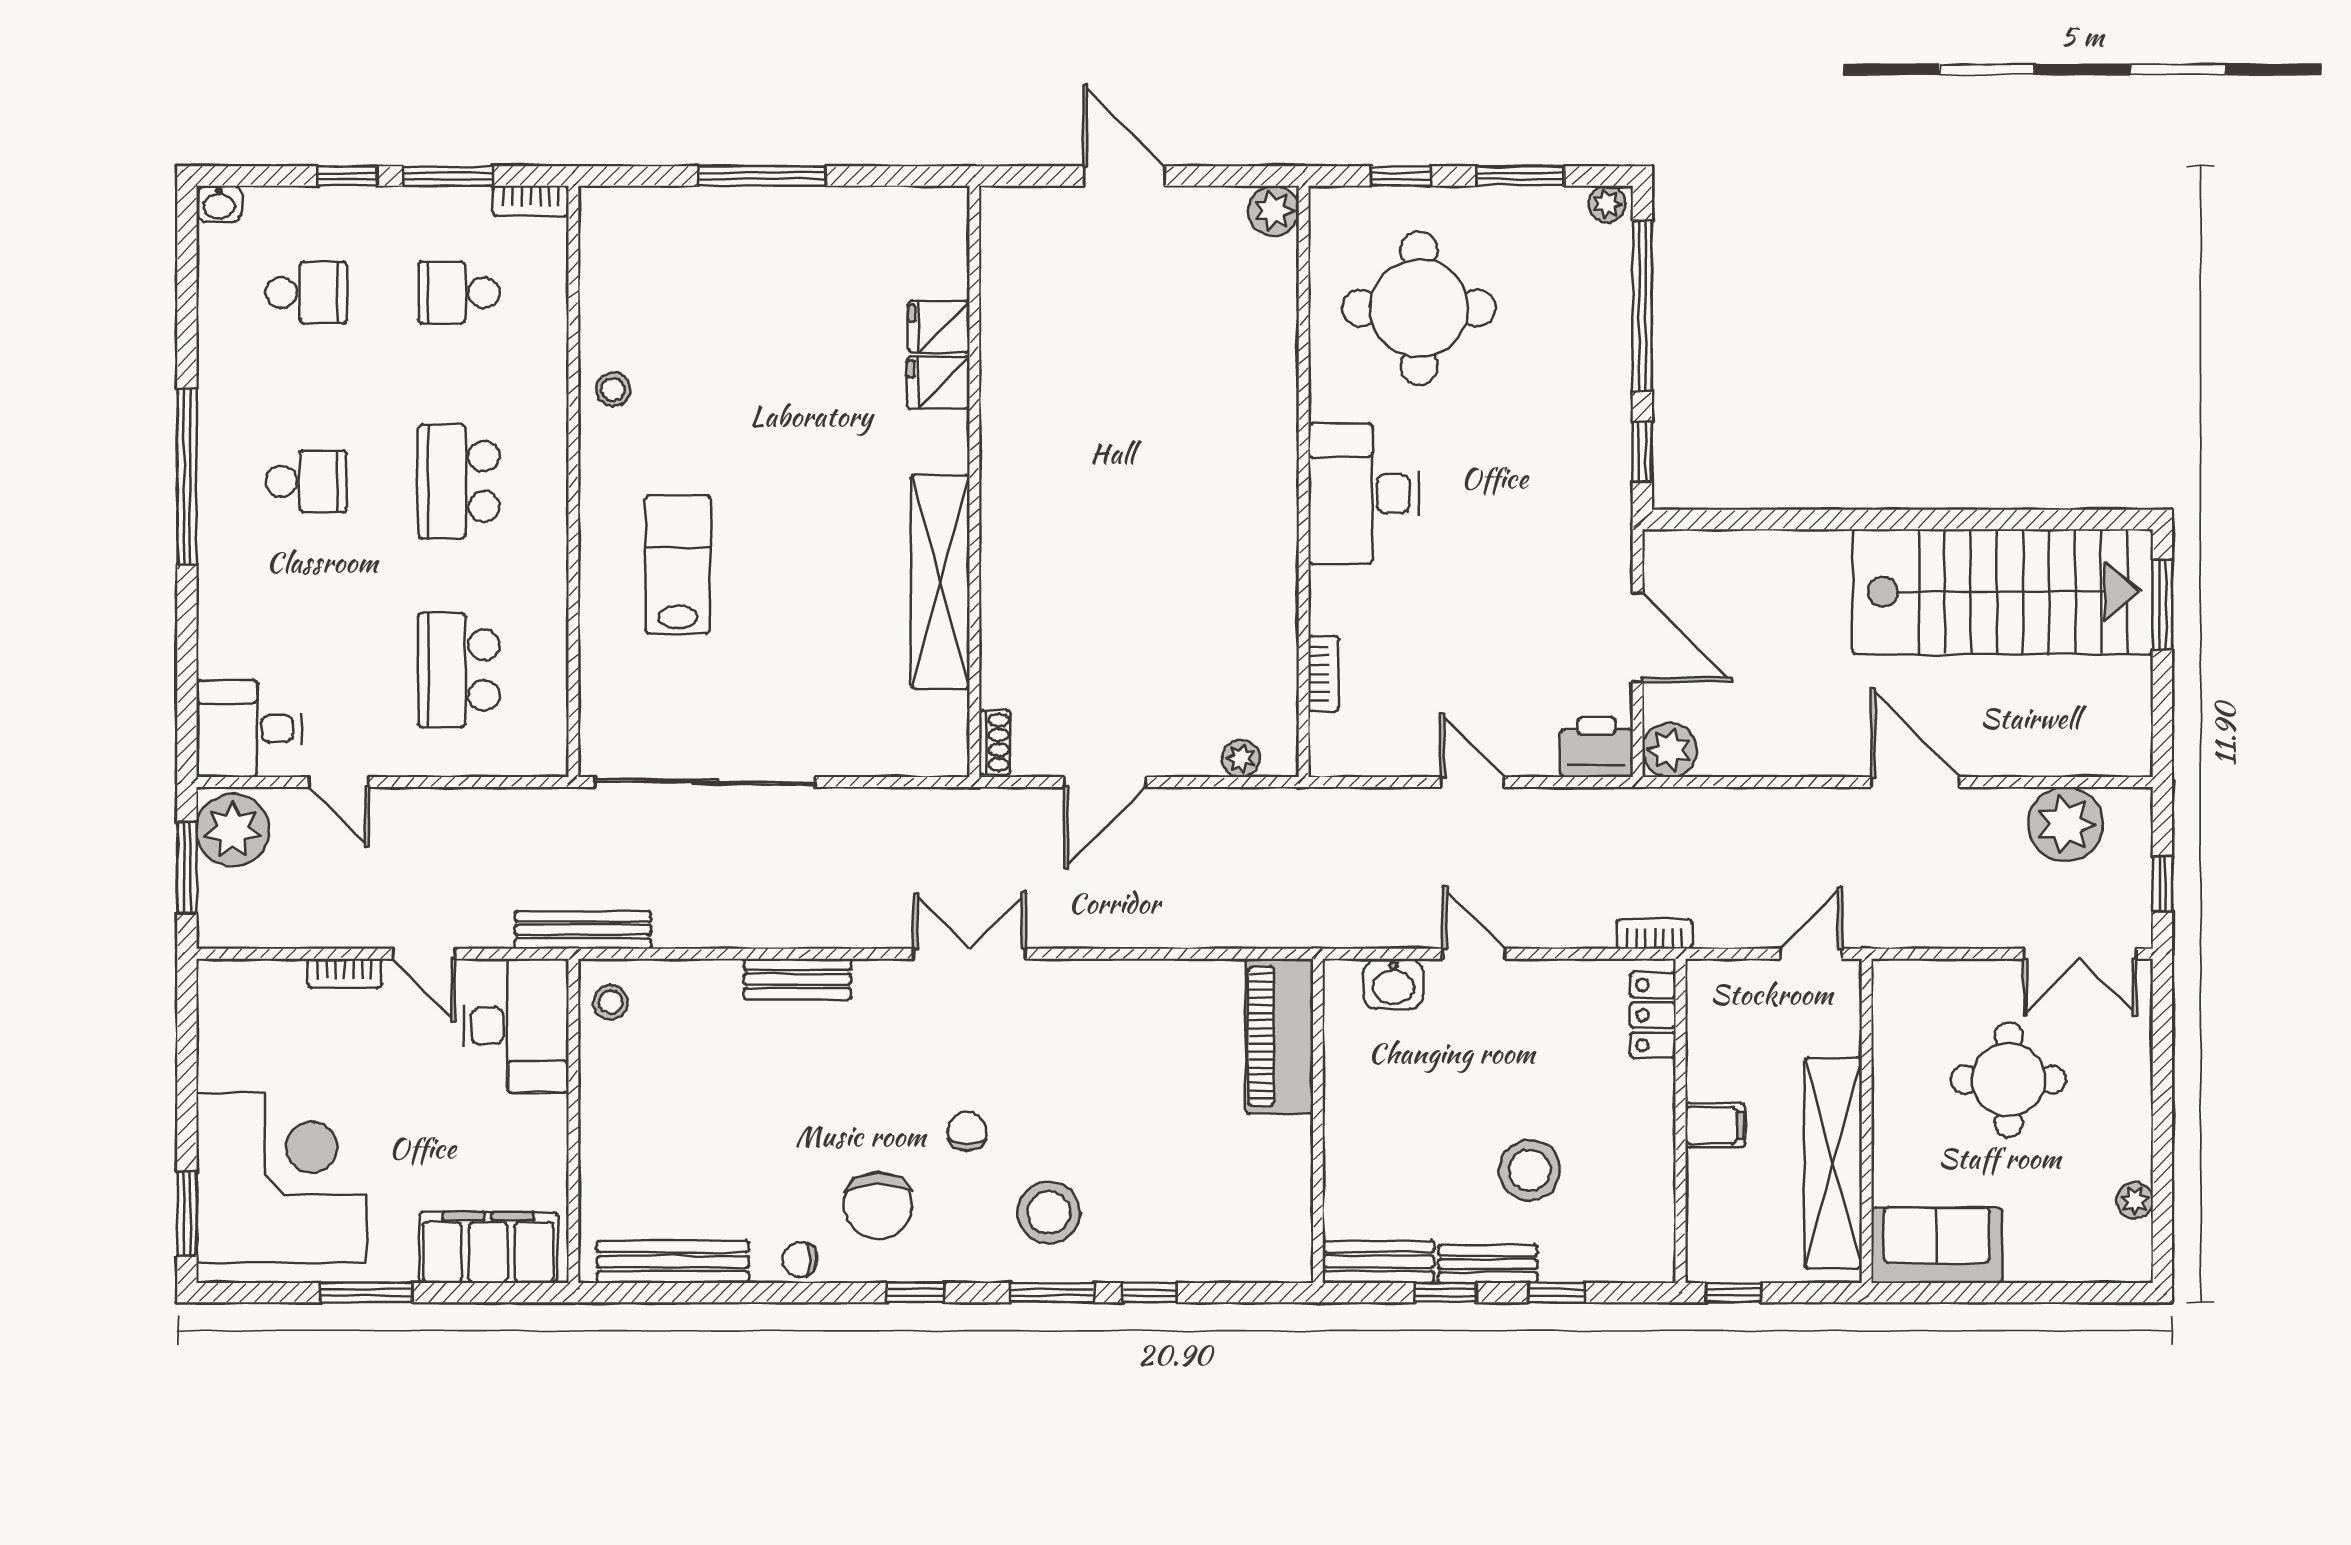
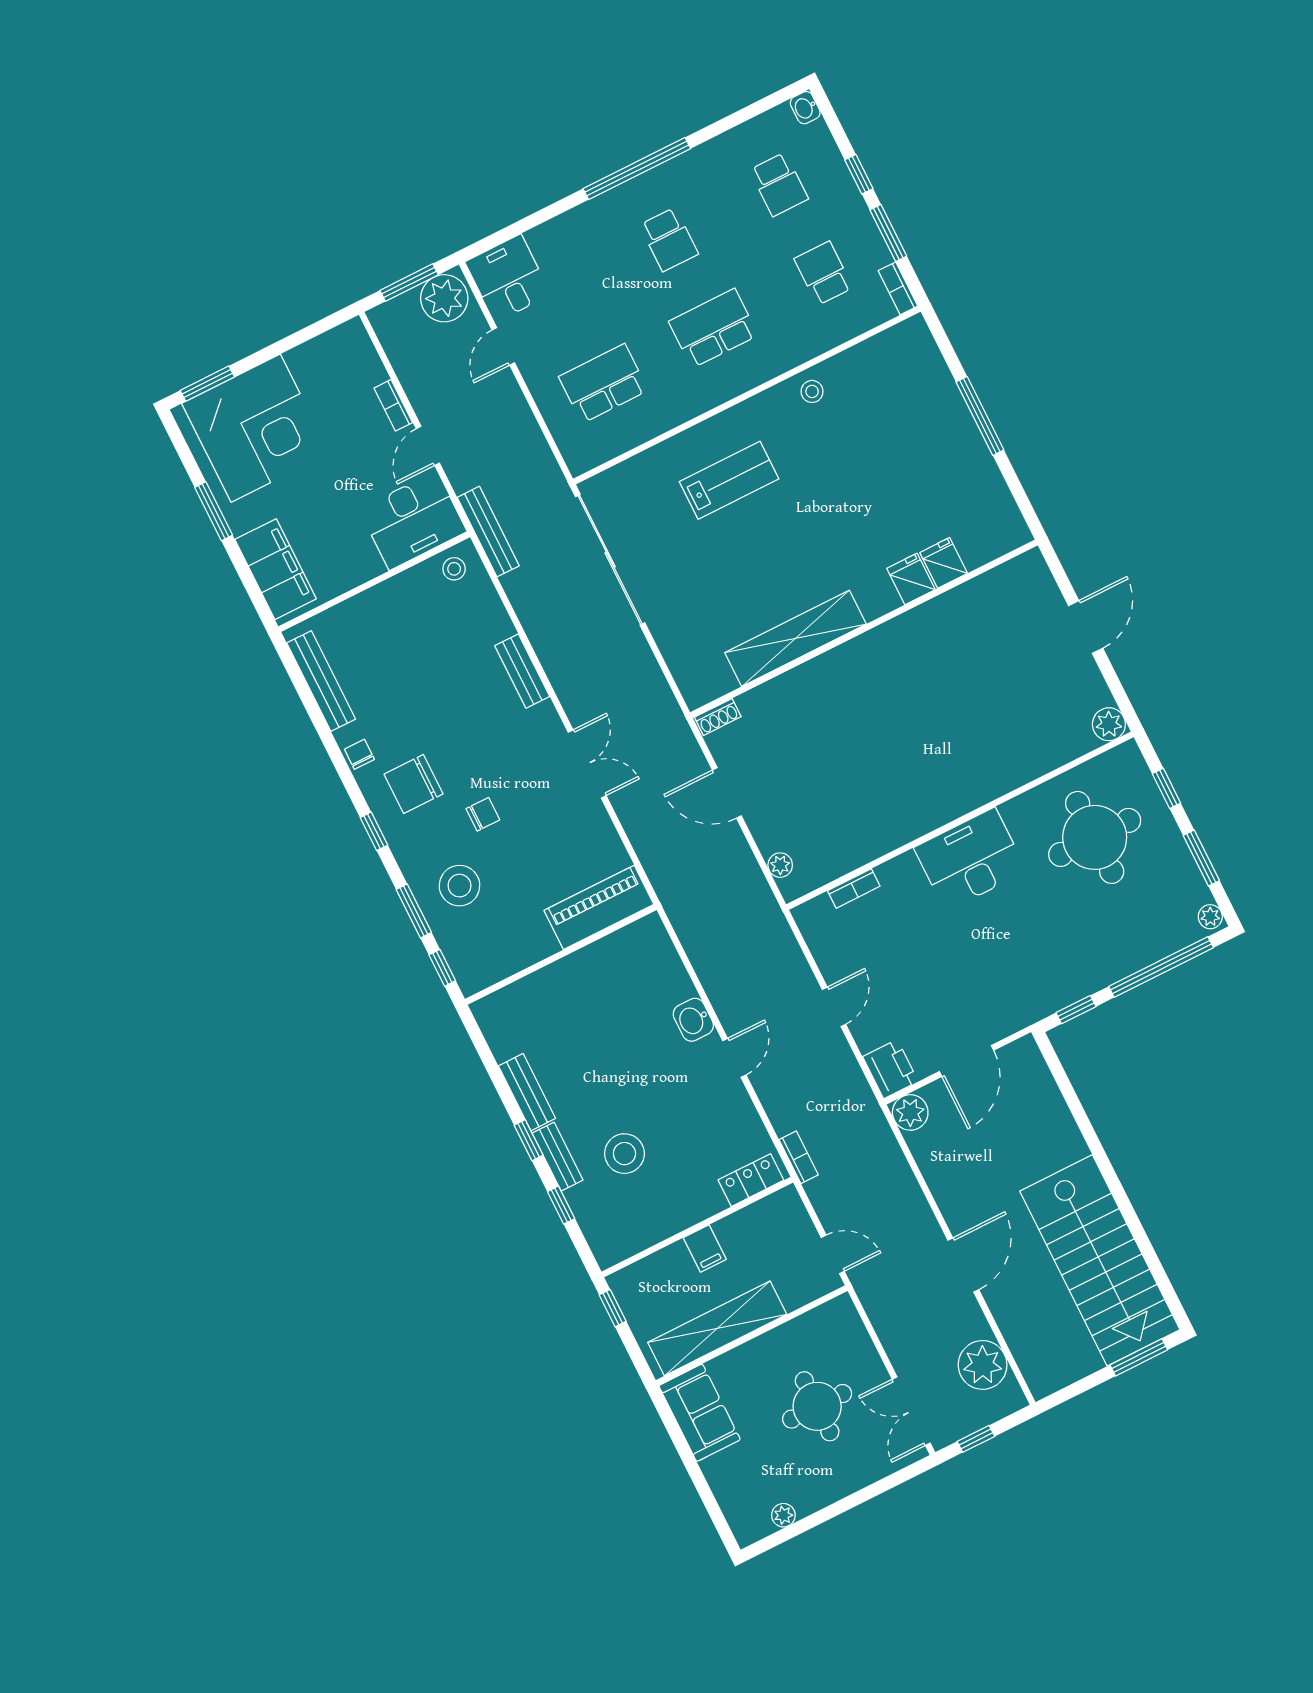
piano: (1279, 1036) -> (599, 907), moved
wall: (1318, 1121) -> (561, 954), moved

